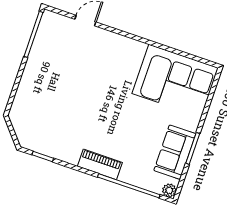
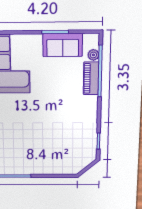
piano: (100, 164) -> (91, 78), moved
plant: (169, 190) -> (93, 55), moved

